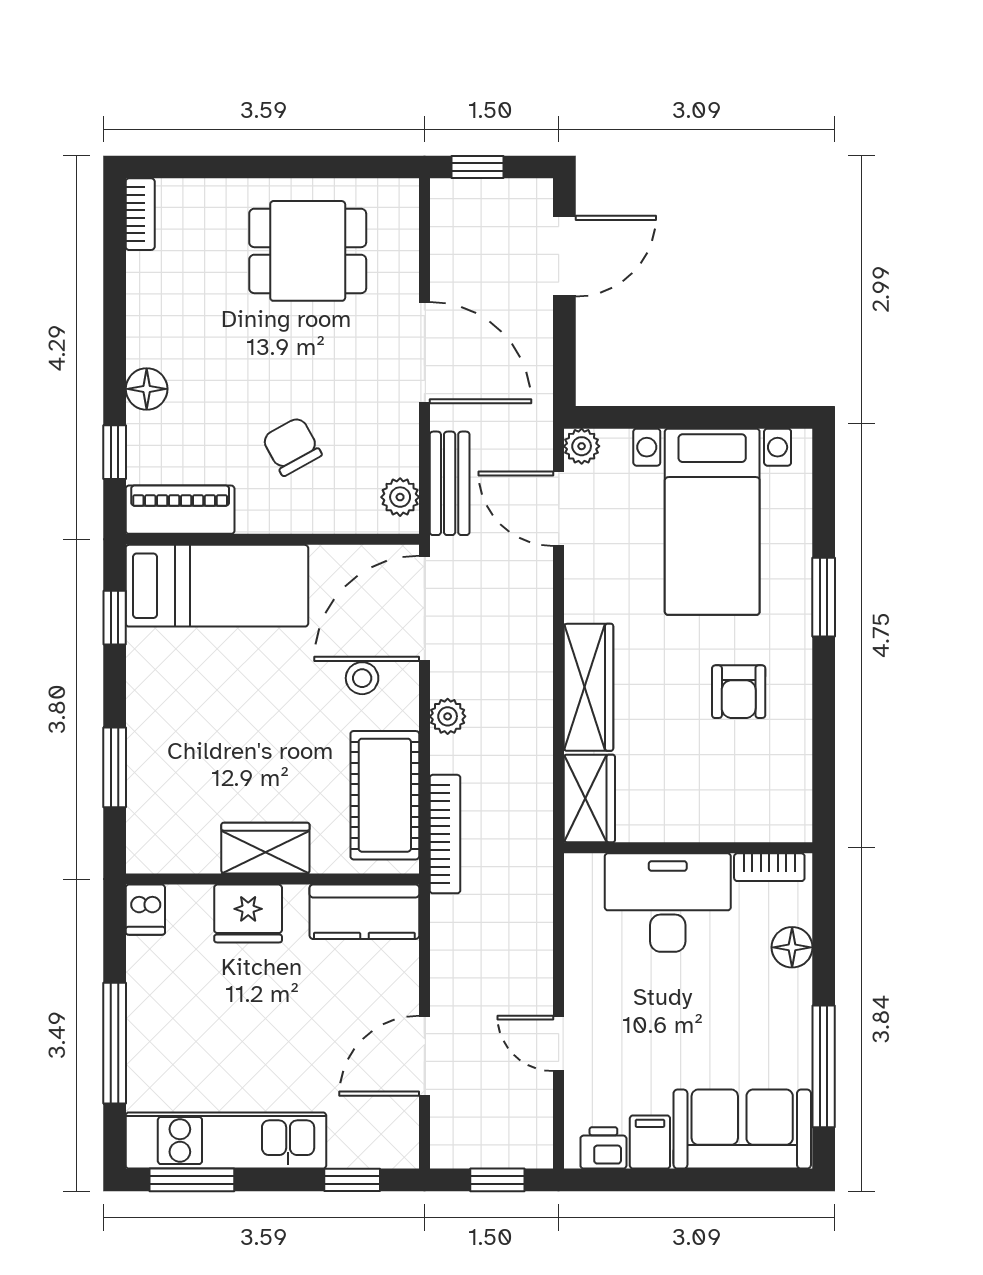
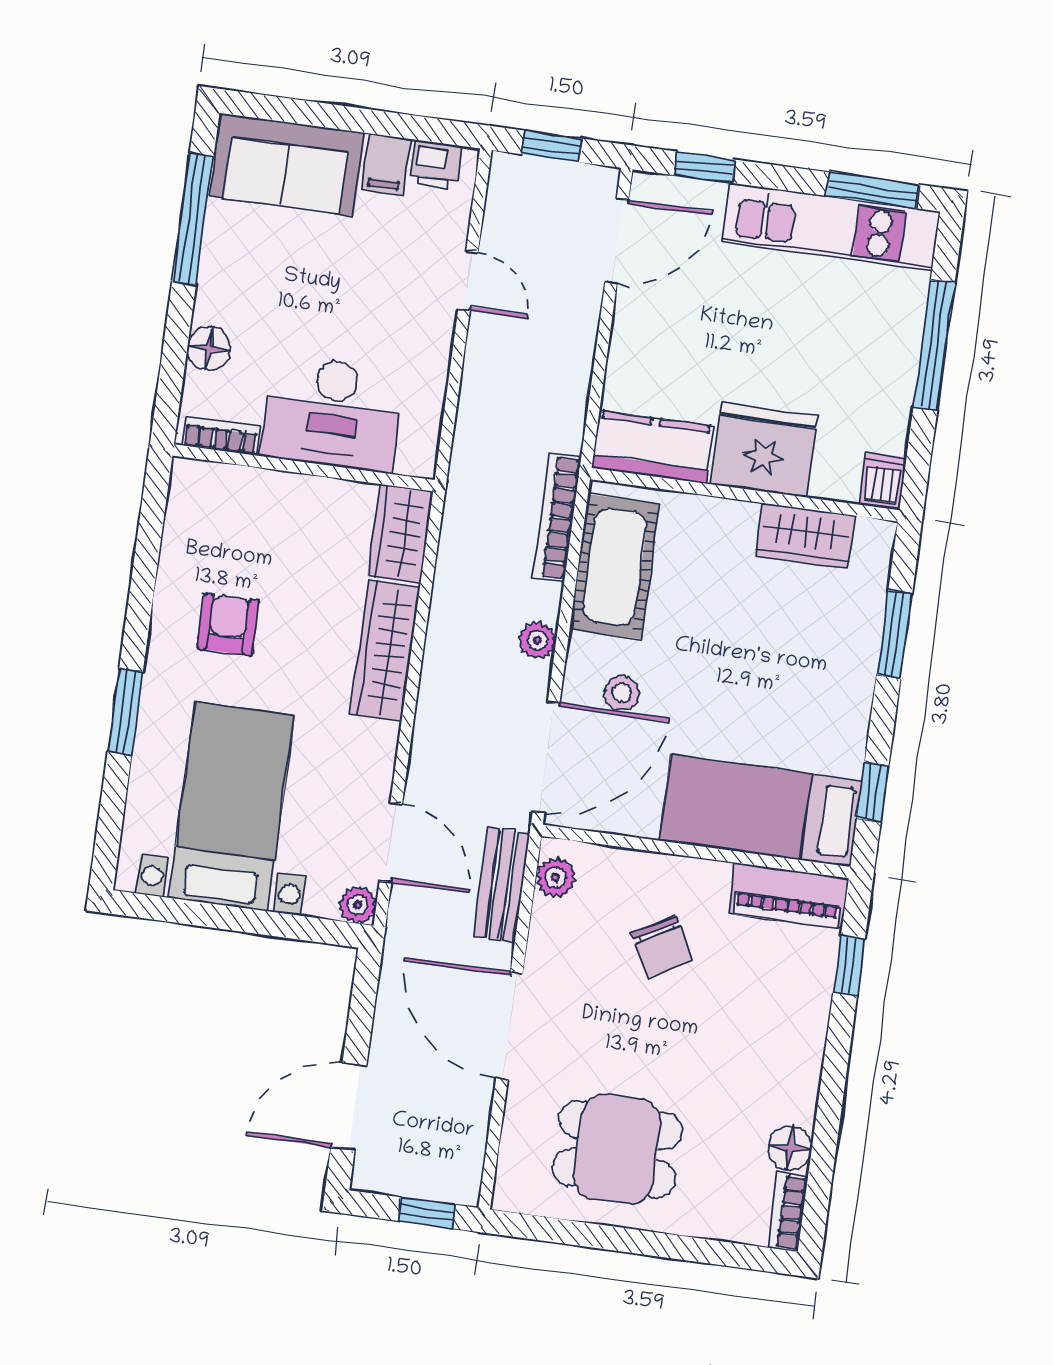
floor lamp: (147, 389) -> (790, 1148), moved
wardrobe: (265, 848) -> (805, 536), moved
fridge: (248, 913) -> (764, 450), width x1.36, depth x1.34
door: (424, 1056) -> (617, 241), moved

